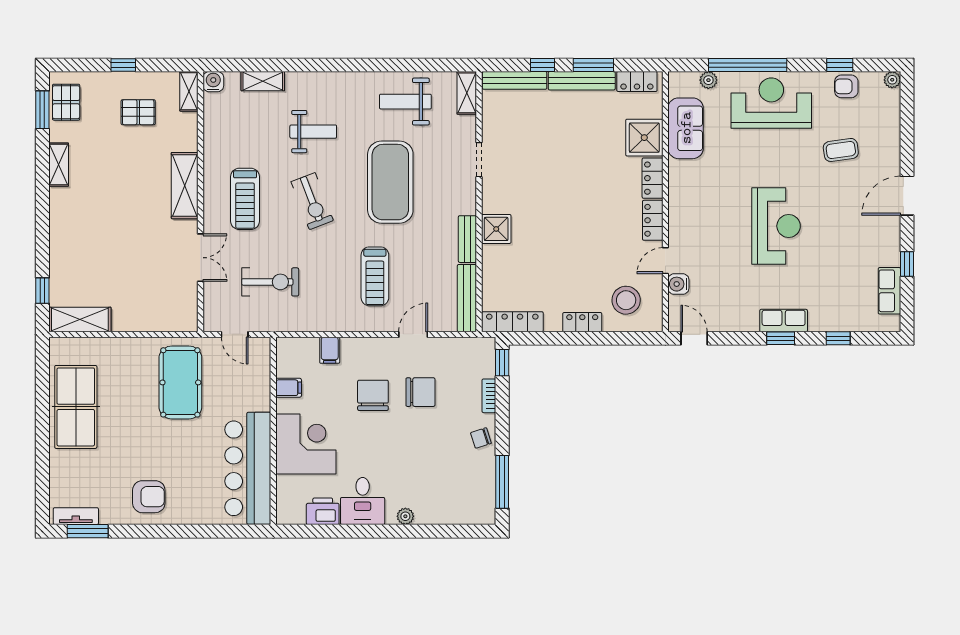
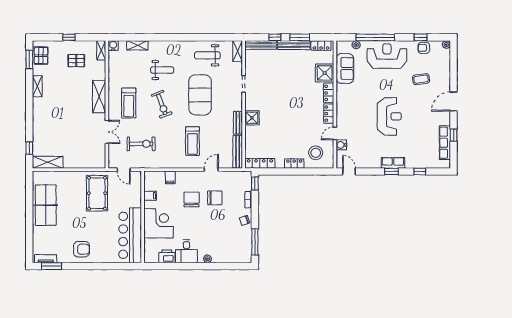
row of seats: (889, 291) -> (445, 143), width x1.48

